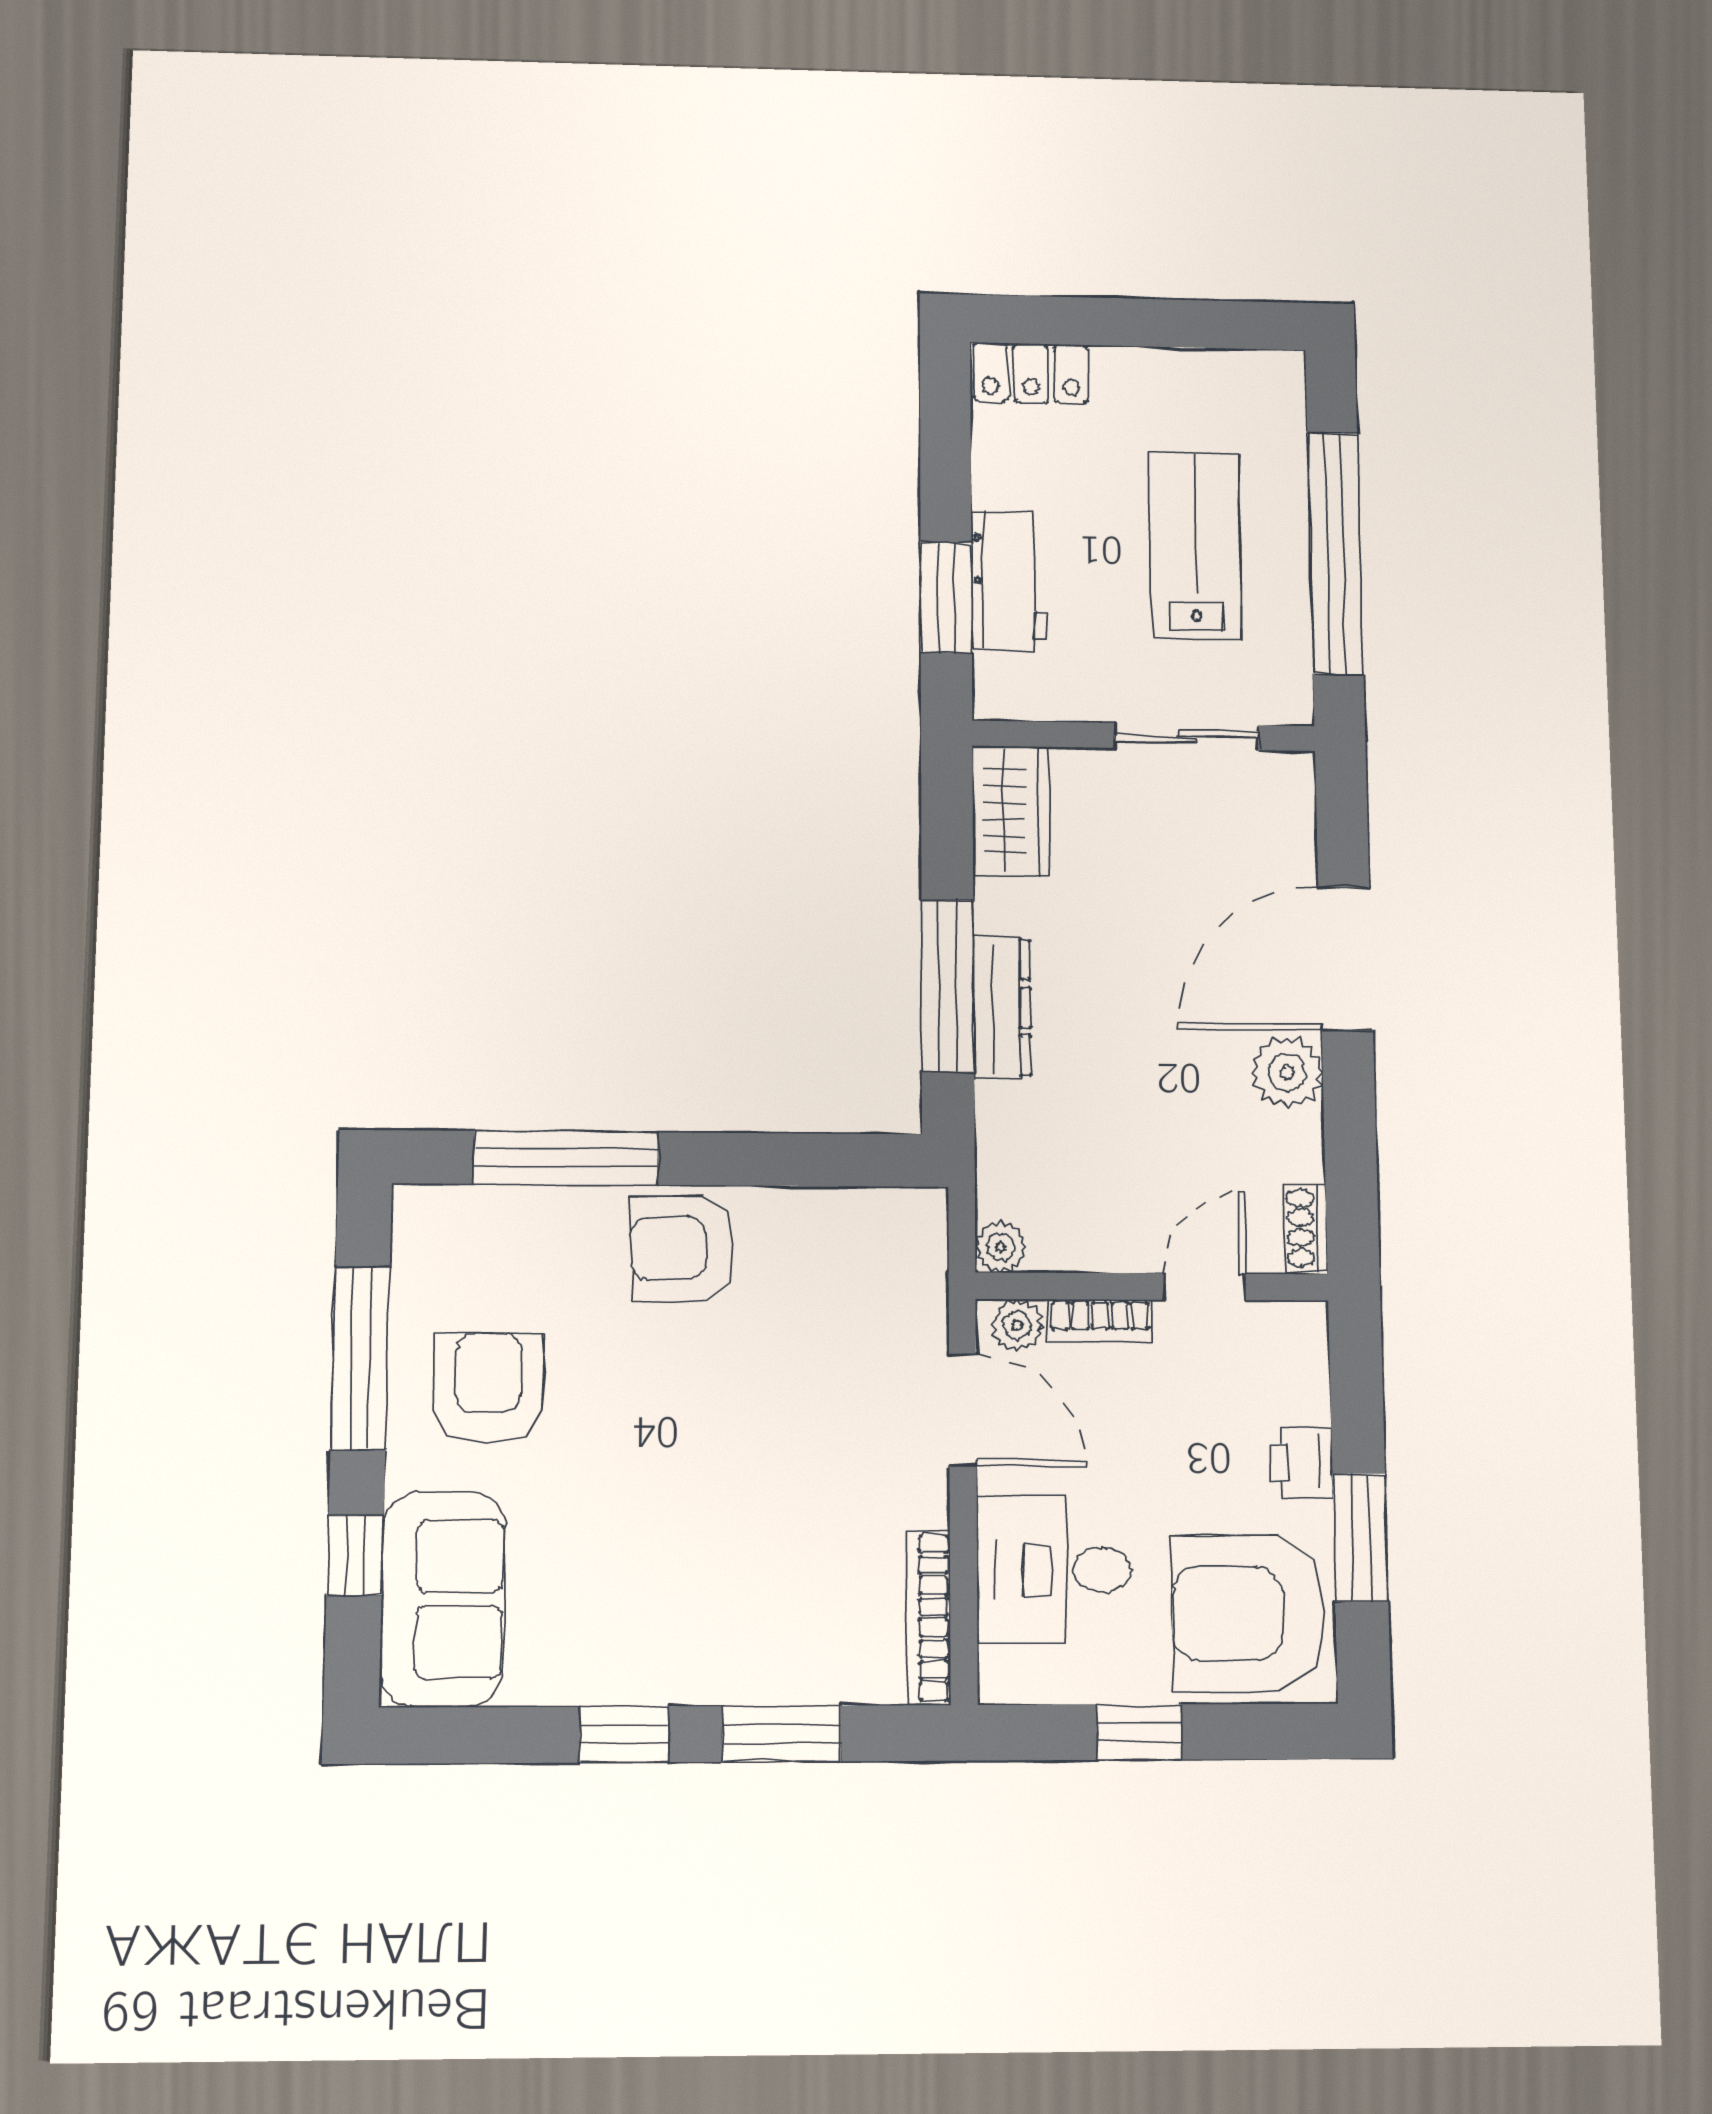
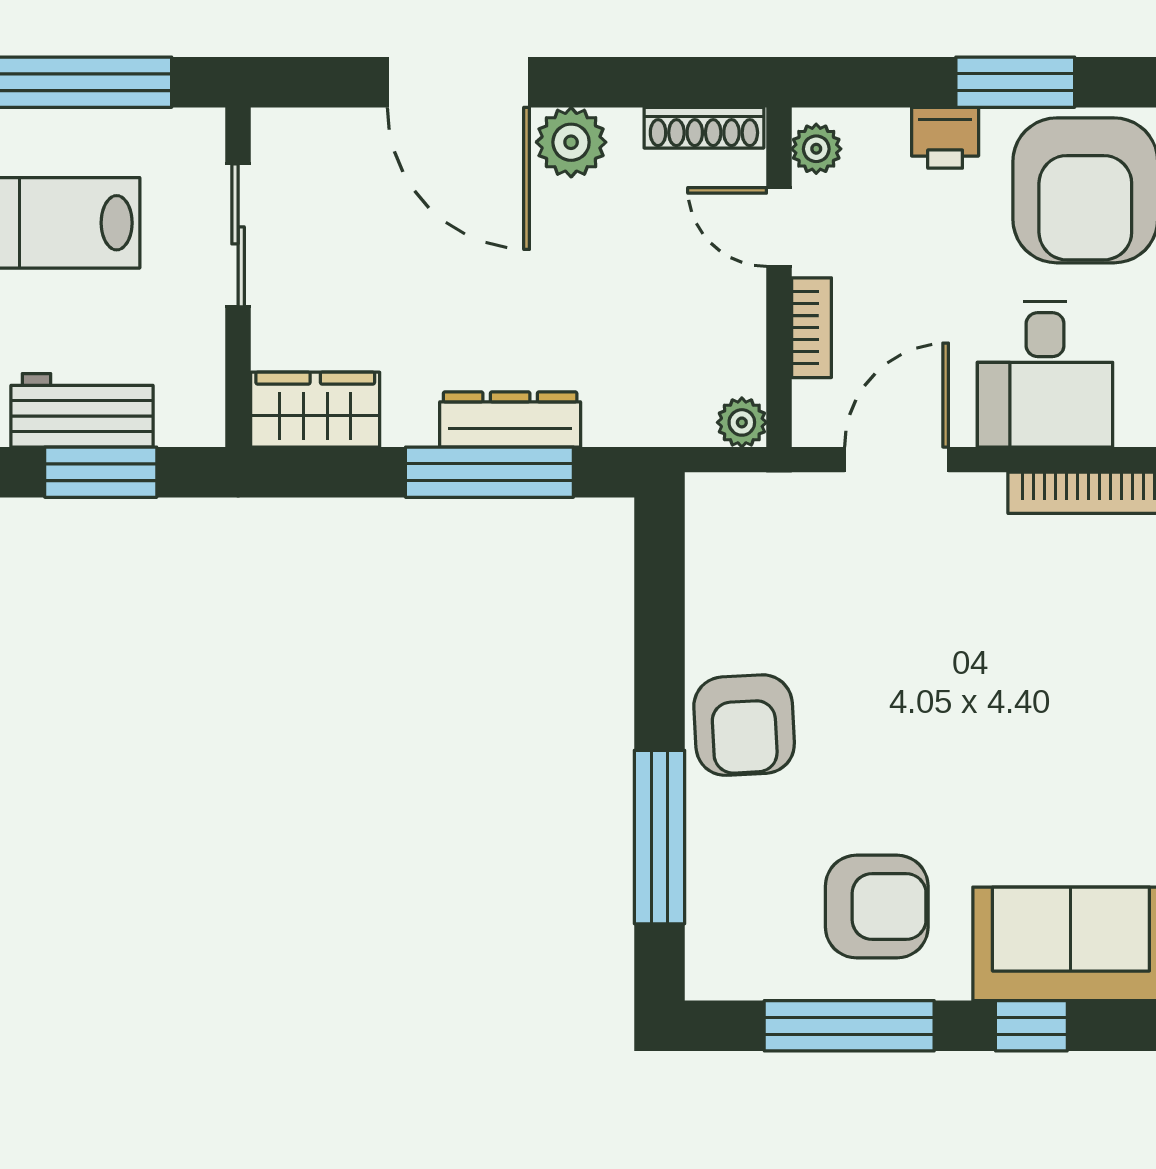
shoe rack: (1306, 1228) -> (704, 128), width x1.43
plant: (1017, 1325) -> (816, 149), moved
armchair: (488, 1388) -> (877, 907), turned 180

